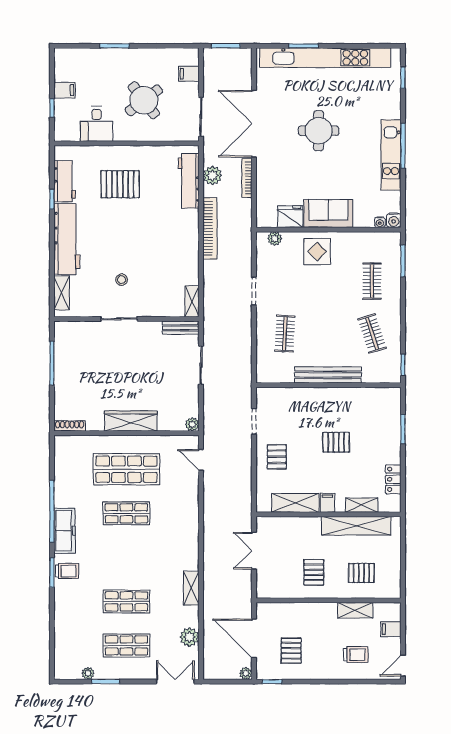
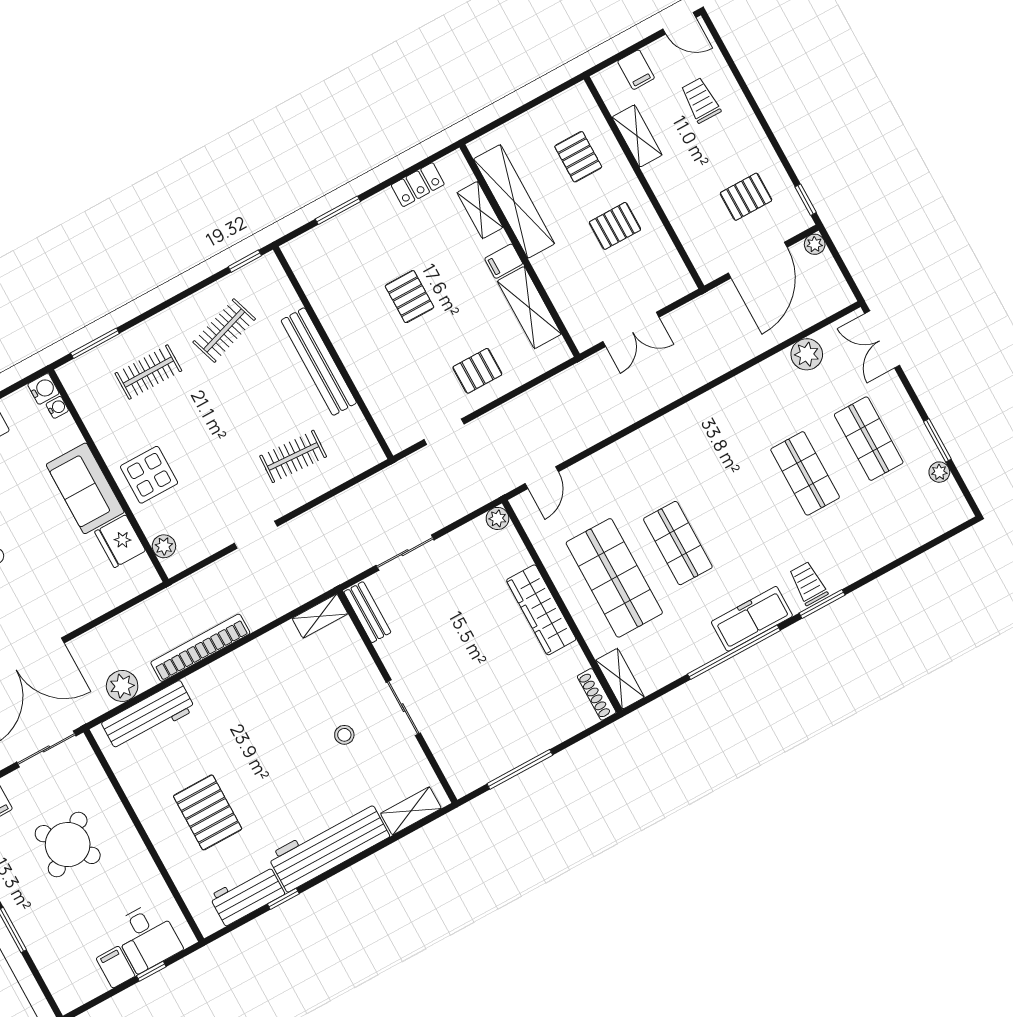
desk: (97, 124) -> (147, 937), moved, turned 90
bookcase: (247, 178) -> (98, 634), removed
shelving: (191, 588) -> (620, 679), moved, turned 90

